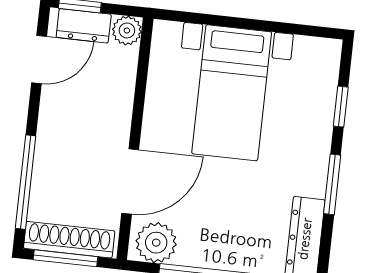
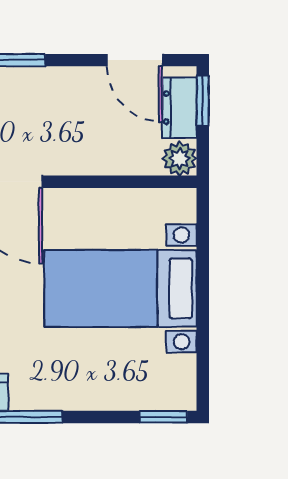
window: (341, 107) -> (163, 417), moved

